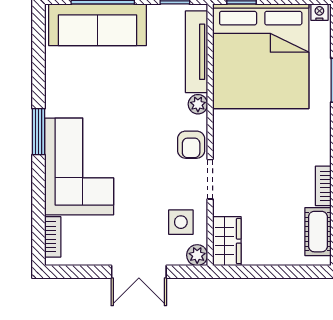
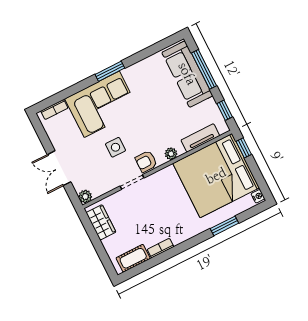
tv unit: (197, 52) -> (200, 138), width x0.71
side table: (181, 222) -> (116, 147), moved
wardrobe: (227, 241) -> (101, 222), moved, turned -90

